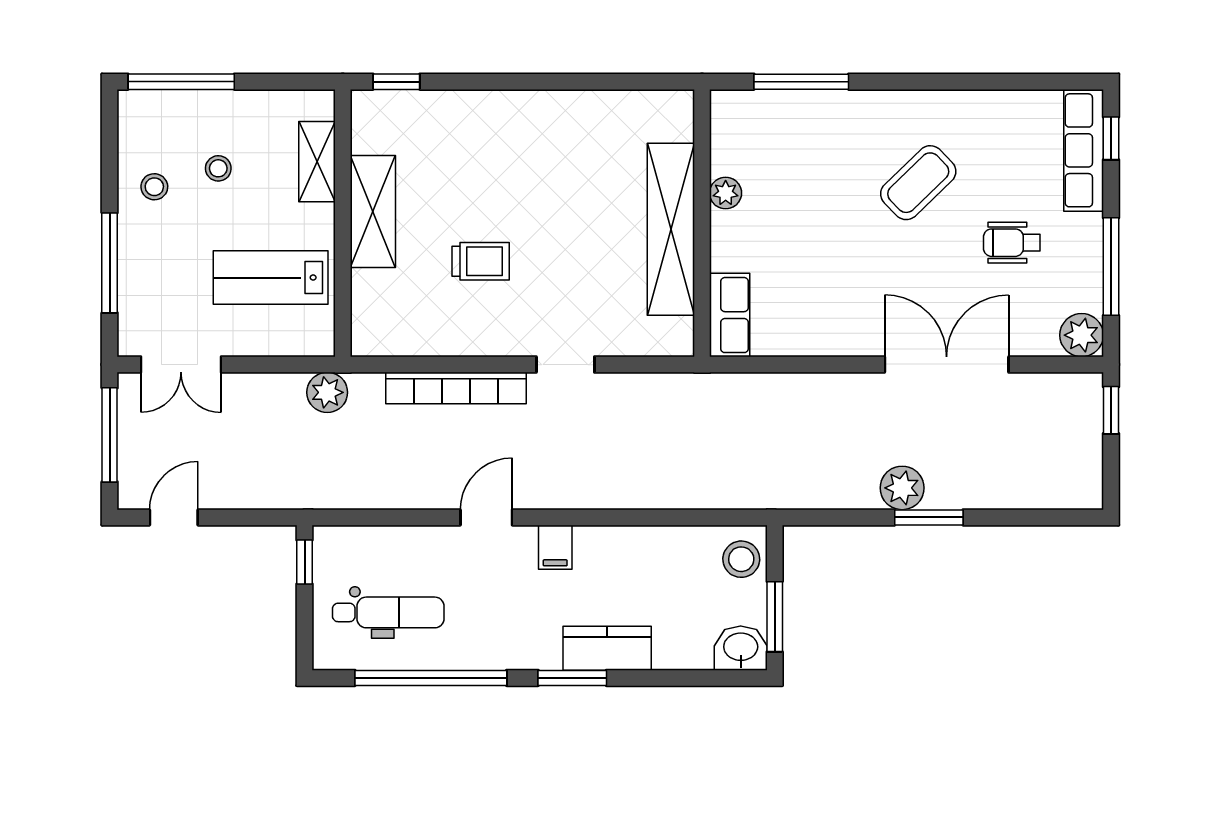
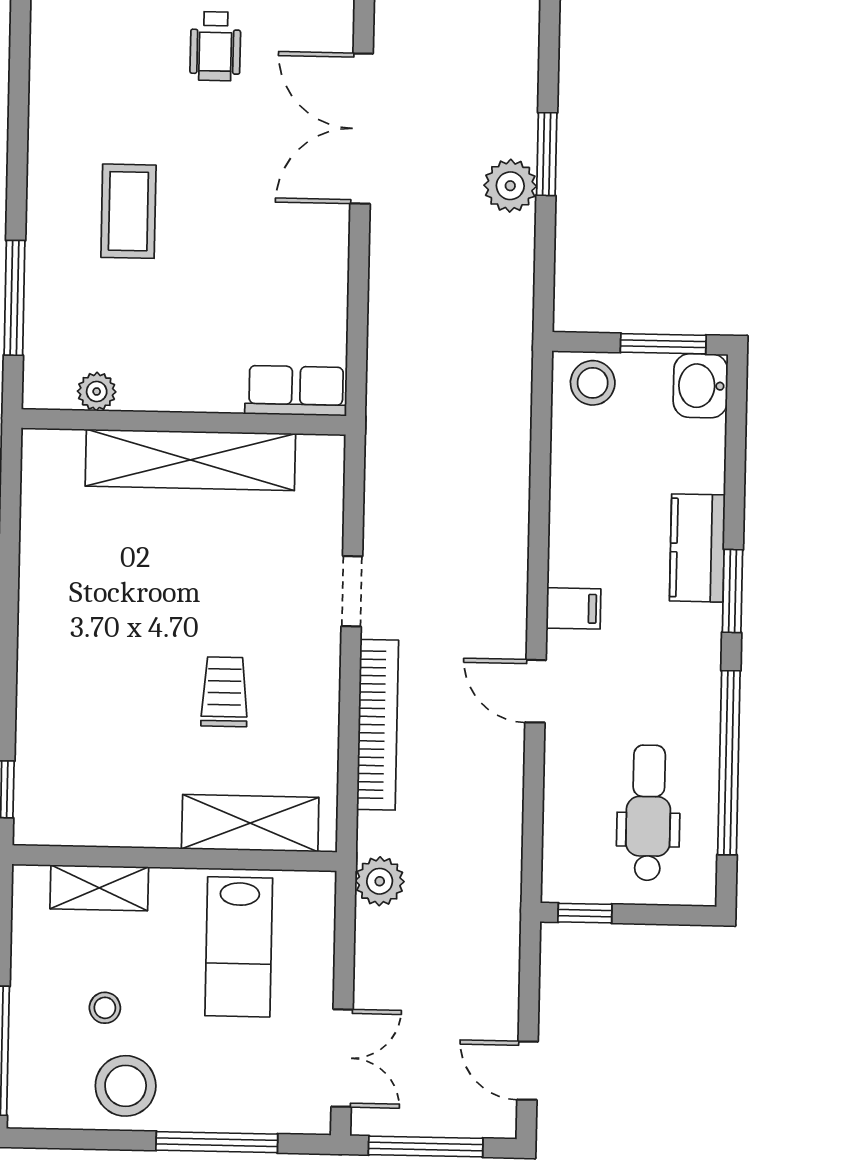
coffee table: (918, 183) -> (128, 211), moved, turned 44
stool: (154, 187) -> (126, 1086), width x1.89, depth x1.89
plant: (726, 193) -> (97, 392), moved
shelving: (373, 211) -> (250, 823), moved

